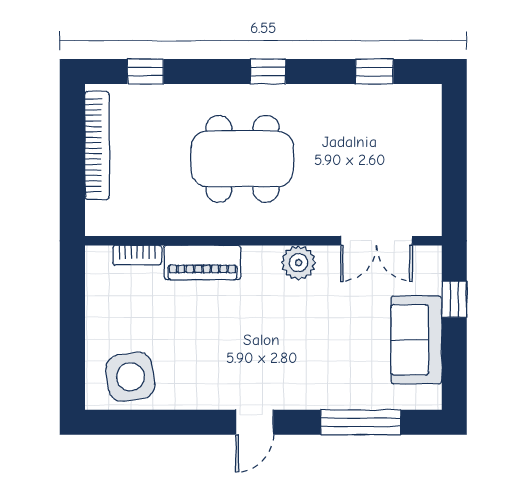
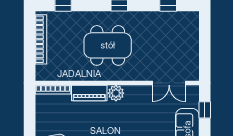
bookcase: (137, 255) -> (53, 90), width x1.56
plant: (299, 263) -> (116, 93), moved

